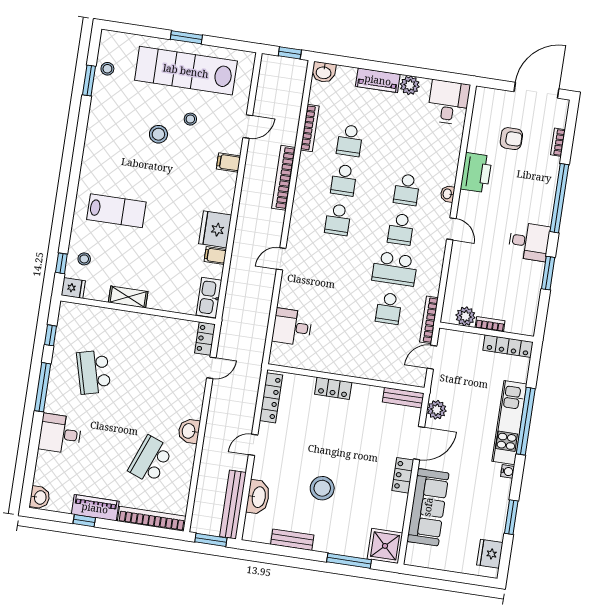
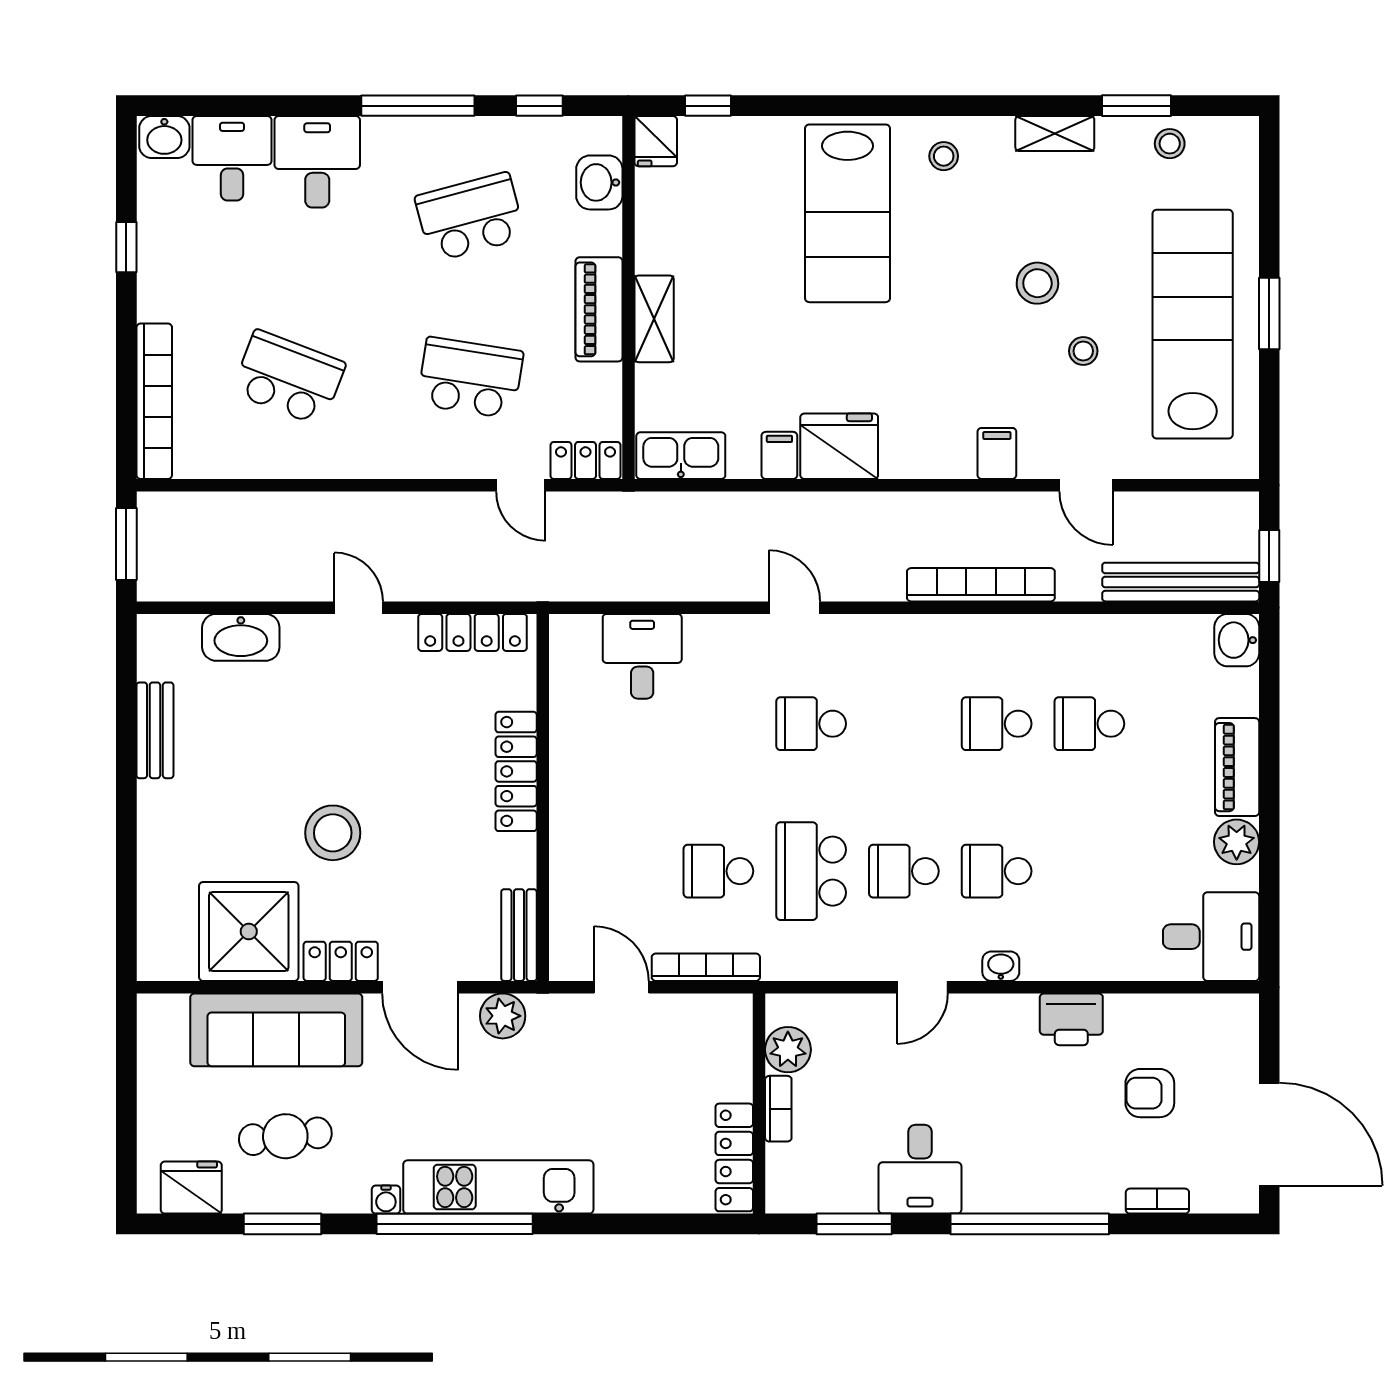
shelving: (96, 117) -> (1055, 134), added
bookcase: (310, 128) -> (1104, 627), removed
armchair: (511, 139) -> (1150, 1093), turned 90
printer: (476, 173) -> (1071, 1019), width x0.73, depth x0.84
lab bench: (116, 211) -> (848, 213), width x1.36, depth x1.39
school desk: (338, 220) -> (811, 724), moved
stool: (84, 259) -> (944, 156), moved
shelving: (128, 297) -> (654, 319), moved
plant: (465, 316) -> (788, 1050), moved
bookcase: (490, 324) -> (778, 1109), moved
wall: (487, 332) -> (759, 1104), moved
locker: (508, 346) -> (734, 1157), moved
school desk: (162, 382) -> (470, 378), added
locker: (333, 388) -> (516, 771), width x1.53
window: (526, 421) -> (455, 1224), moved
washbasin: (189, 431) -> (599, 182), moved, turned -90
desk: (53, 470) -> (232, 158), added
stool: (322, 488) -> (333, 833), moved
bench: (233, 505) -> (1181, 582), moved
piano: (95, 508) -> (599, 309), moved, turned 180
cafe table: (474, 510) -> (285, 1136), added
shower: (385, 546) -> (249, 931), moved, width x1.37, depth x1.37
window: (349, 561) -> (126, 868), removed

